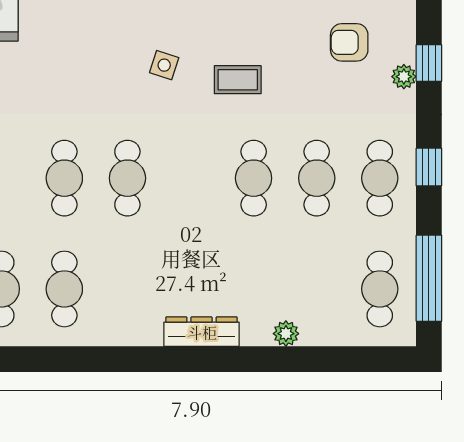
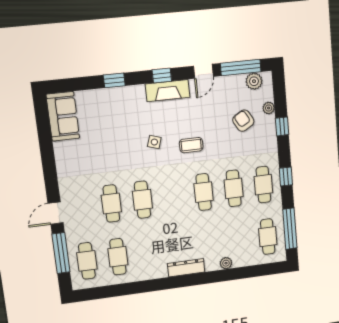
armchair: (349, 42) -> (243, 121), turned 60
plant: (404, 77) -> (269, 108), moved

